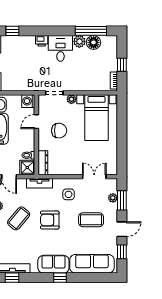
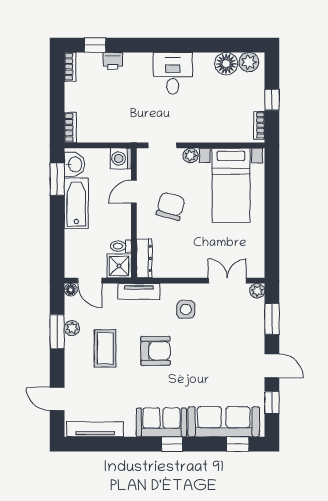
window: (91, 31) -> (222, 45), removed
printer: (42, 41) -> (113, 61), moved
plant: (79, 41) -> (249, 62), moved
chair: (59, 131) -> (171, 206), turned -74
plant: (113, 198) -> (257, 291), moved
coffee table: (19, 218) -> (105, 348), turned -40
armchair: (50, 220) -> (155, 351), turned 180
coffee table: (91, 220) -> (222, 350), removed
door: (122, 229) -> (272, 366), hinge flipped
window: (12, 278) -> (238, 444), moved

